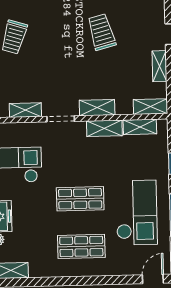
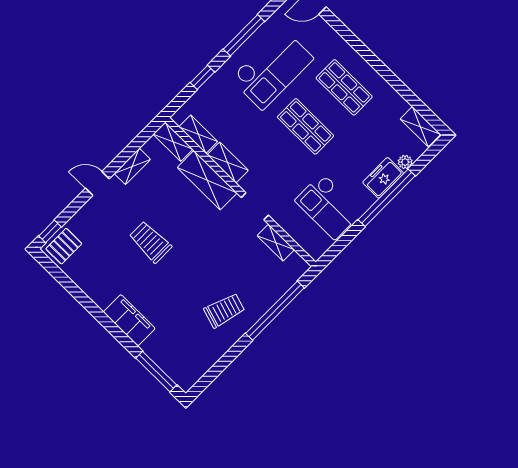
trolley: (101, 32) -> (150, 242), turned 105
shelving: (97, 108) -> (207, 180), width x1.50, depth x1.33
checkout: (137, 213) -> (272, 69), turned 180

